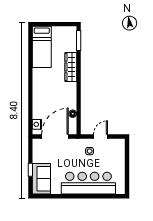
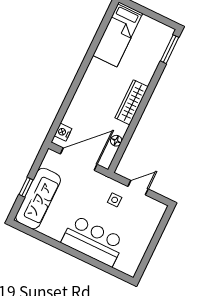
wardrobe: (71, 67) -> (132, 102), moved
sofa: (41, 179) -> (38, 199), width x1.36
bar counter: (88, 183) -> (93, 241), width x0.73

